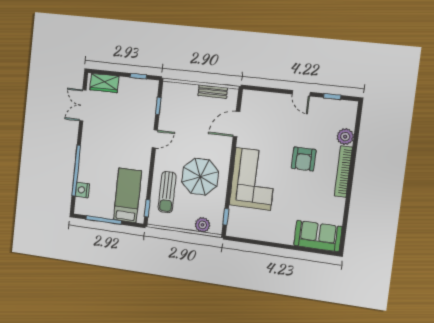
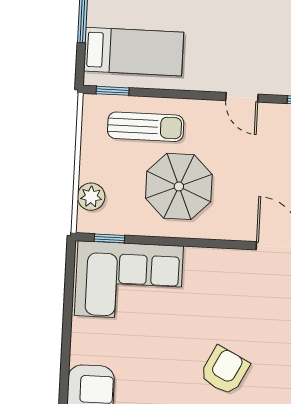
armchair: (304, 159) -> (225, 371), turned 117
corner sofa: (253, 179) -> (129, 281), moved
sun lounger: (167, 192) -> (146, 127), turned 180

